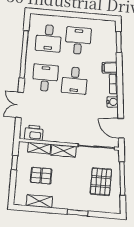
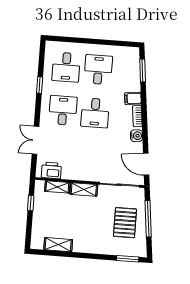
window: (24, 54) -> (40, 85), width x0.32
pallet: (41, 176) -> (60, 217), removed
window: (78, 213) -> (128, 259), moved

